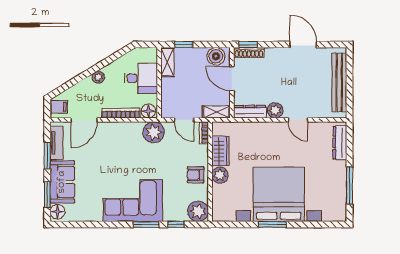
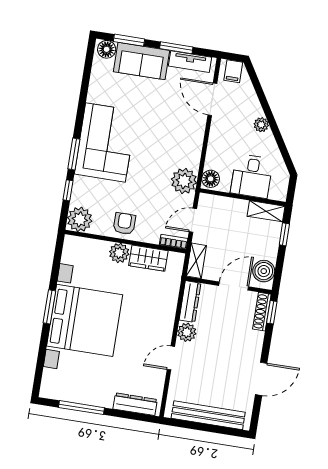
bookcase: (121, 113) -> (213, 145), removed

